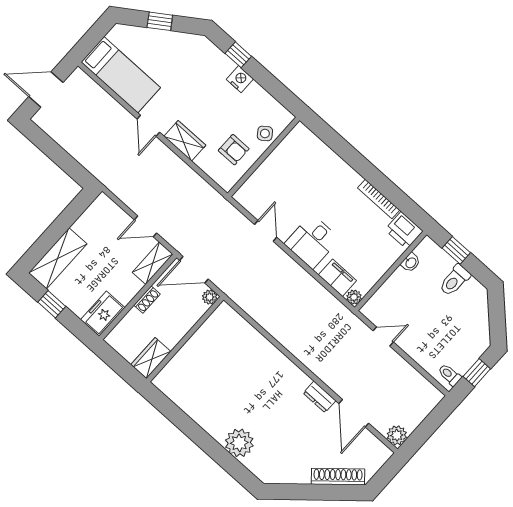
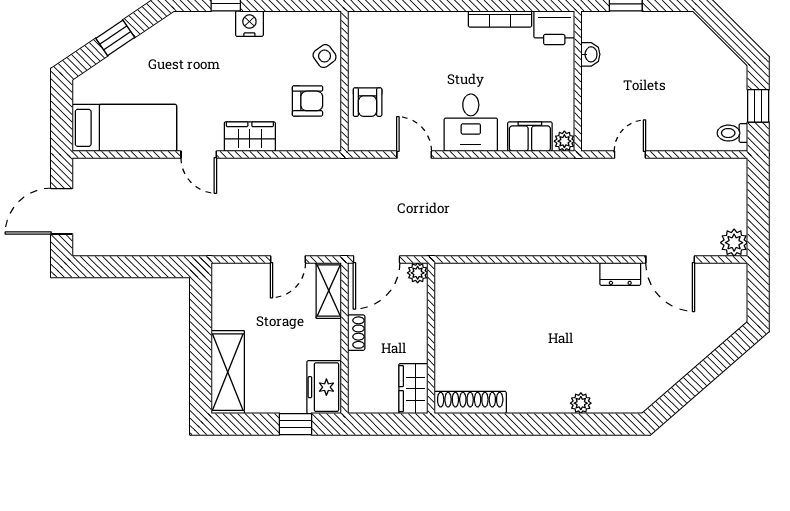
armchair: (266, 180) -> (368, 102), added
toilet: (455, 280) -> (651, 32), removed
window: (52, 304) -> (296, 424), moved
plant: (239, 443) -> (581, 403), width x0.53, depth x0.53
shoe rack: (338, 477) -> (470, 402), moved, turned 41

